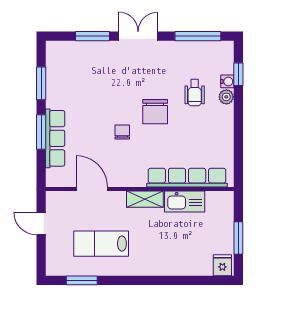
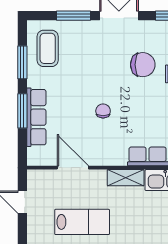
coffee table: (67, 69) -> (48, 48), added
chair: (155, 112) -> (143, 65), moved, turned -90
lab bench: (101, 244) -> (82, 222), turned 180

